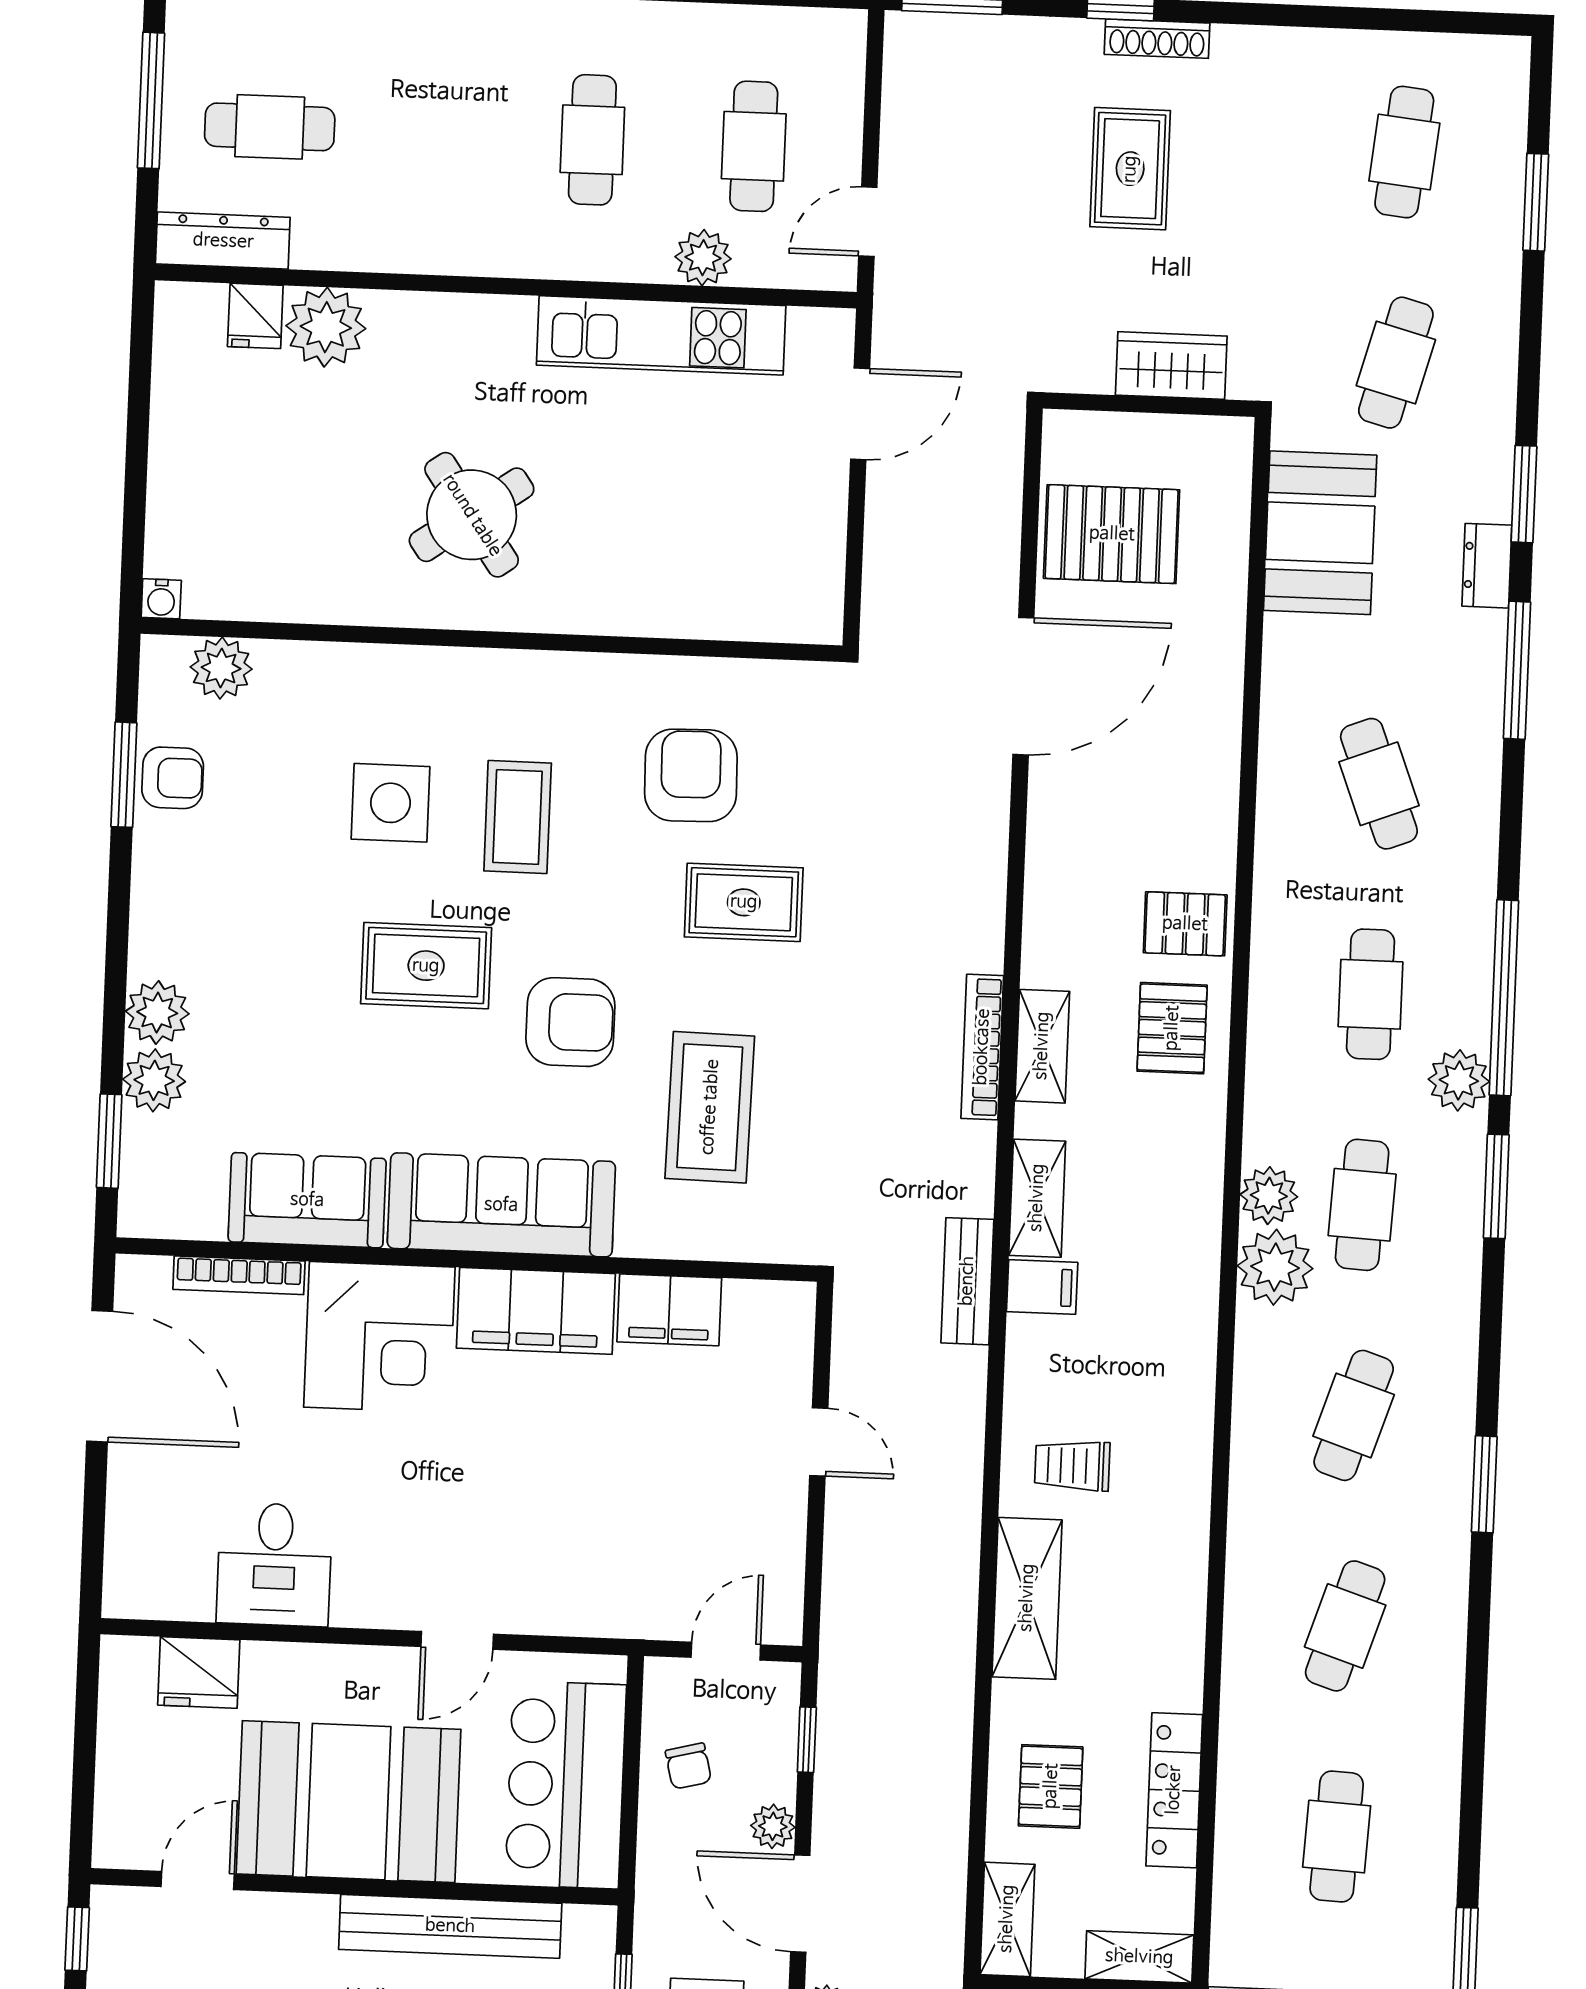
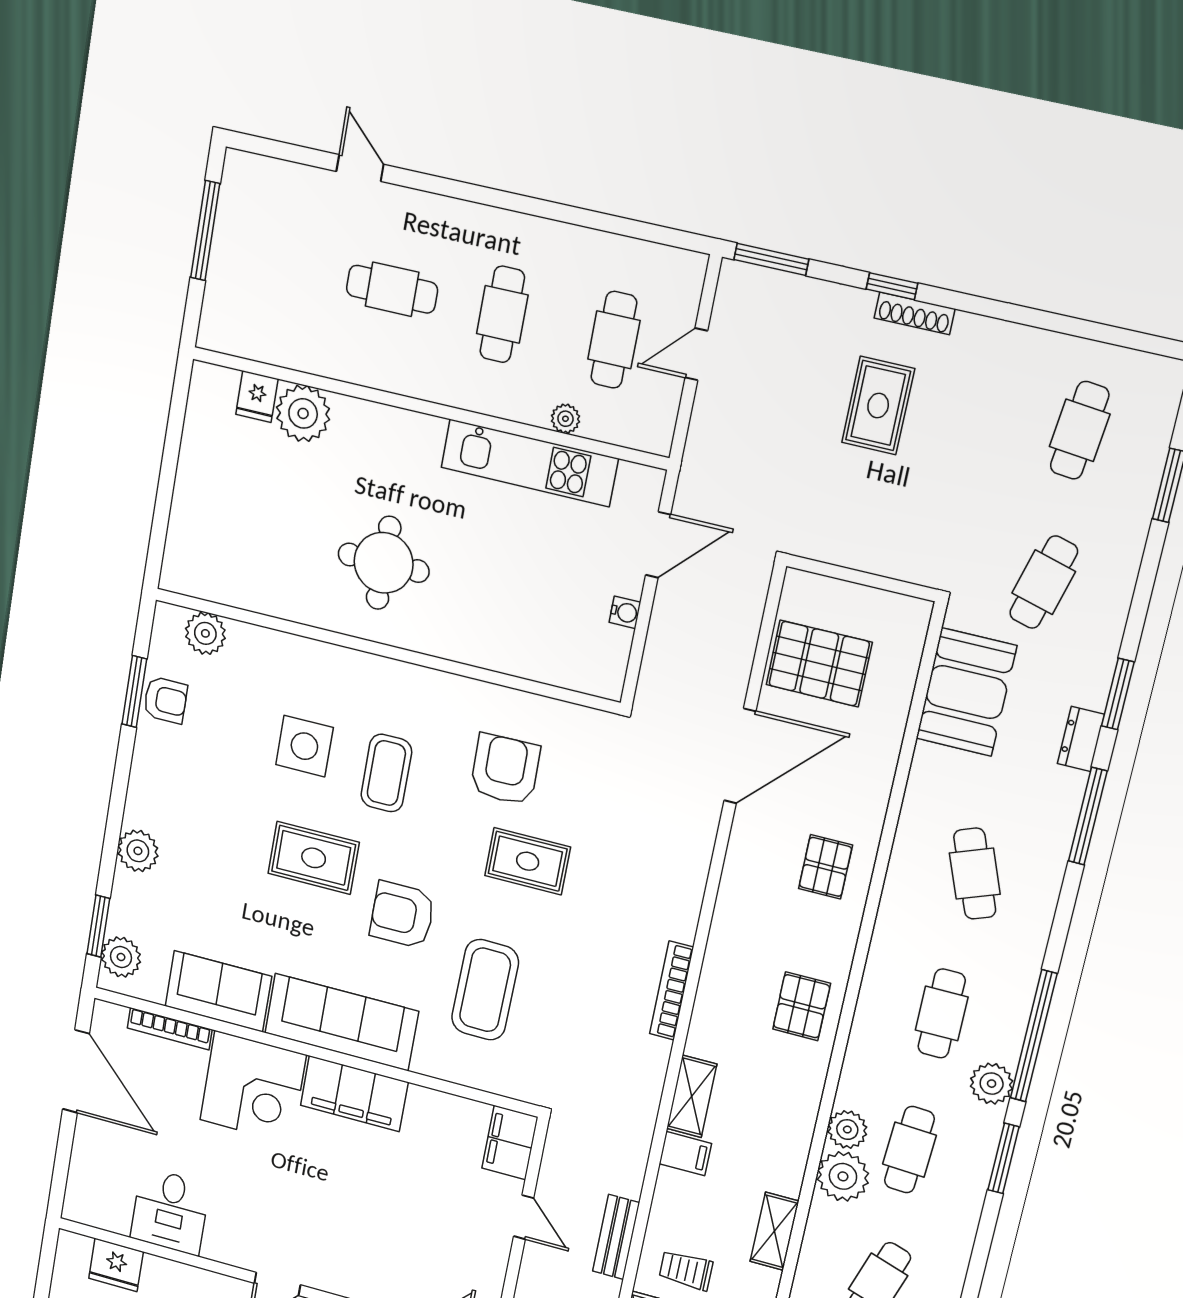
cafe table: (270, 127) -> (392, 289), moved
door: (868, 222) -> (696, 354), moved
dresser: (223, 241) -> (242, 339), removed
plant: (703, 258) -> (565, 419), width x0.73, depth x0.73
wardrobe: (1171, 366) -> (882, 553), removed
round table: (472, 515) -> (384, 563), turned 35
water cooler: (161, 599) -> (625, 612), moved, turned -90
pallet: (1185, 924) -> (826, 867), moved, turned 90
armchair: (570, 1022) -> (402, 915), turned 180
shelving: (1042, 1046) -> (774, 1231), moved
plant: (154, 1080) -> (121, 957), moved
bench: (967, 1281) -> (616, 1237), moved
filing cabinet: (669, 1310) -> (510, 1143), moved, turned 90

